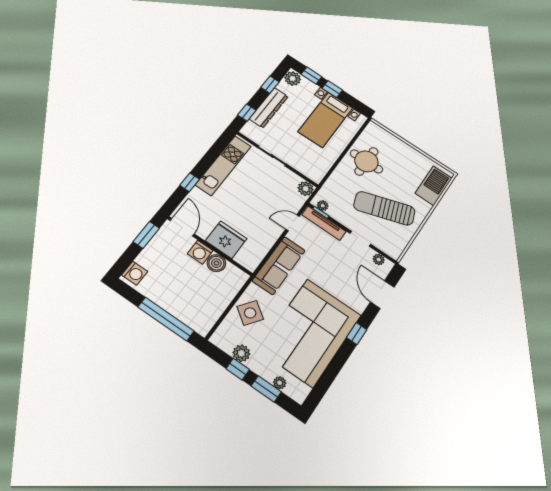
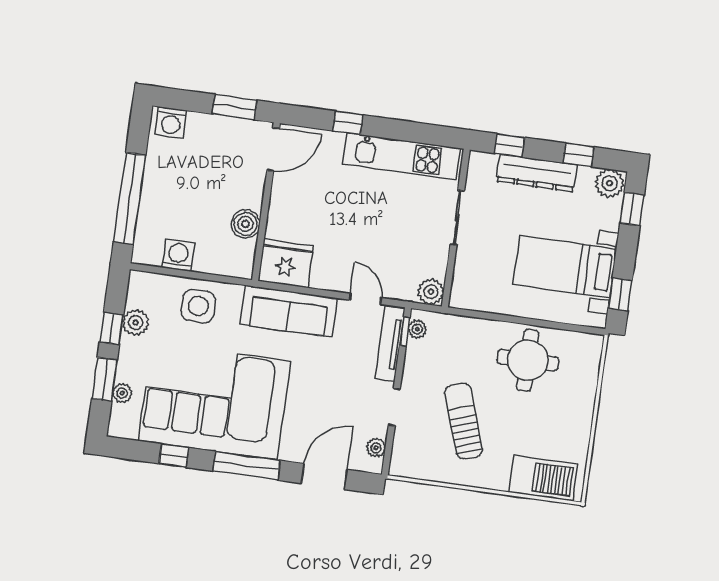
window: (332, 89) -> (620, 294), moved
sun lounger: (384, 208) -> (463, 421), width x0.73, depth x0.75
fridge: (226, 240) -> (286, 263), moved, turned -90
washing machine: (200, 252) -> (178, 255), moved, turned 90
side table: (250, 313) -> (198, 306), turned -36
window: (357, 334) -> (247, 466), width x2.17
window: (332, 372) -> (174, 456), added

